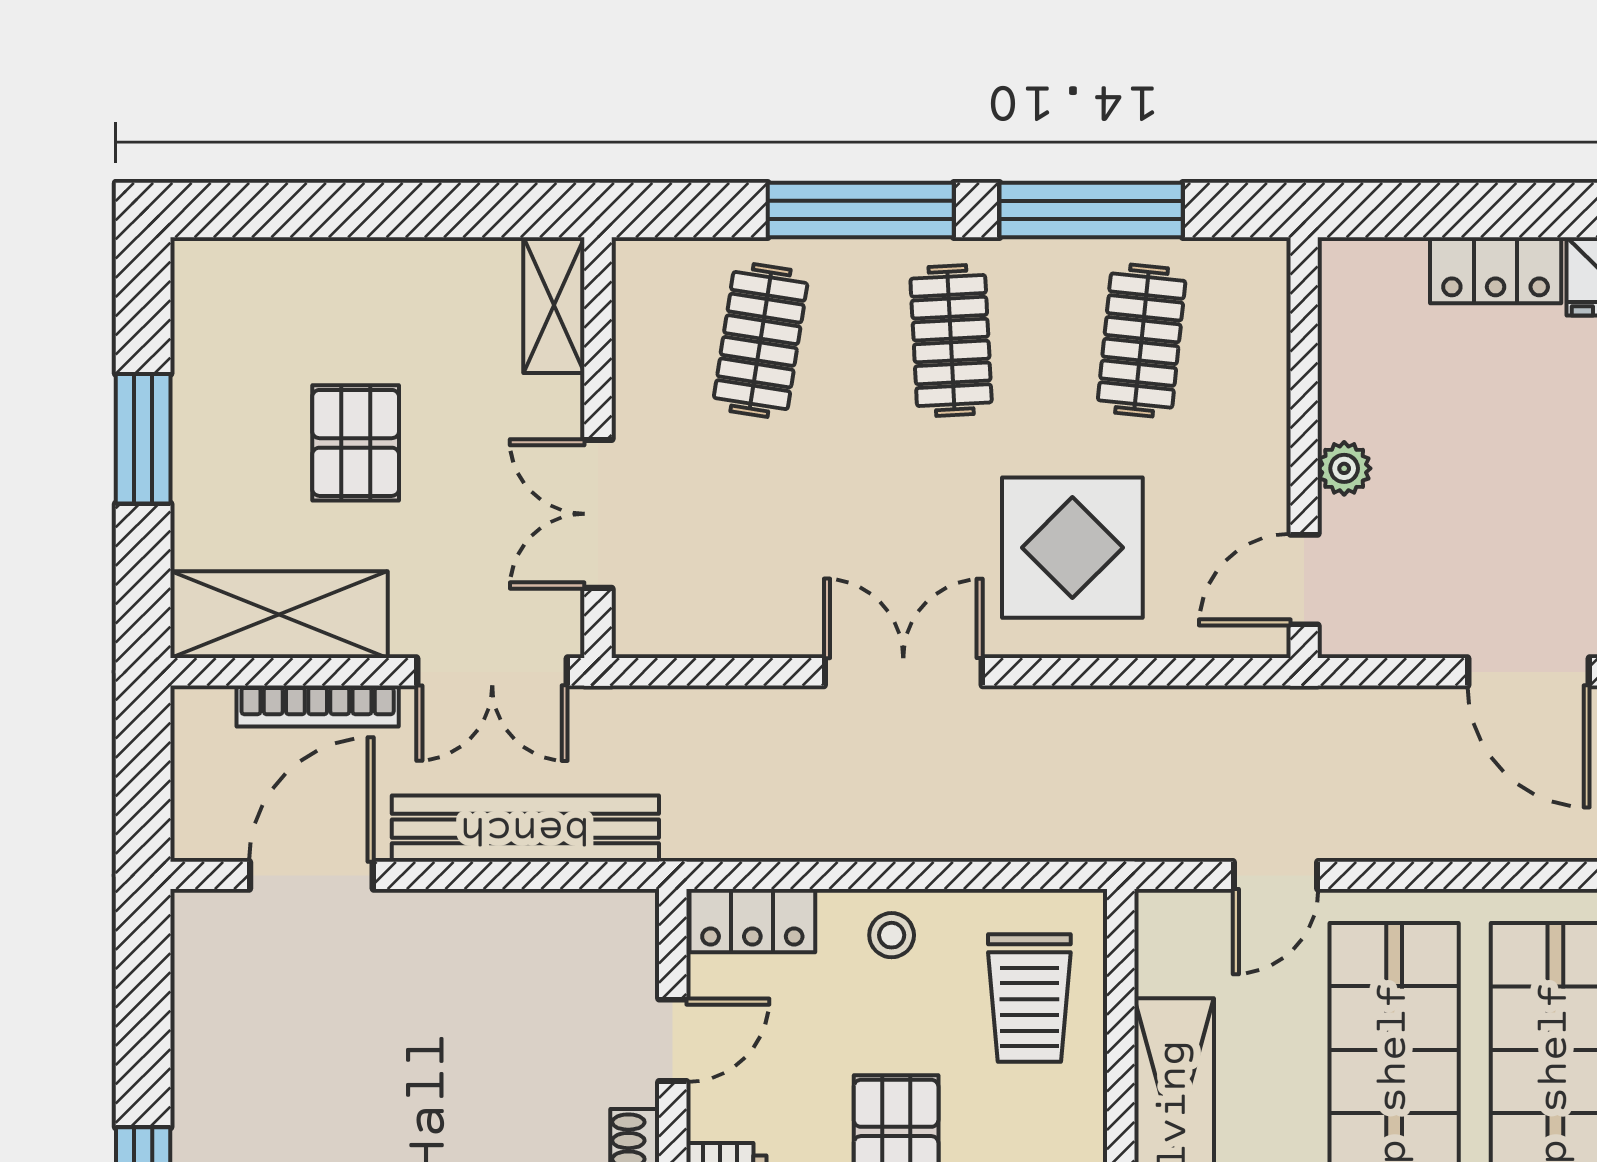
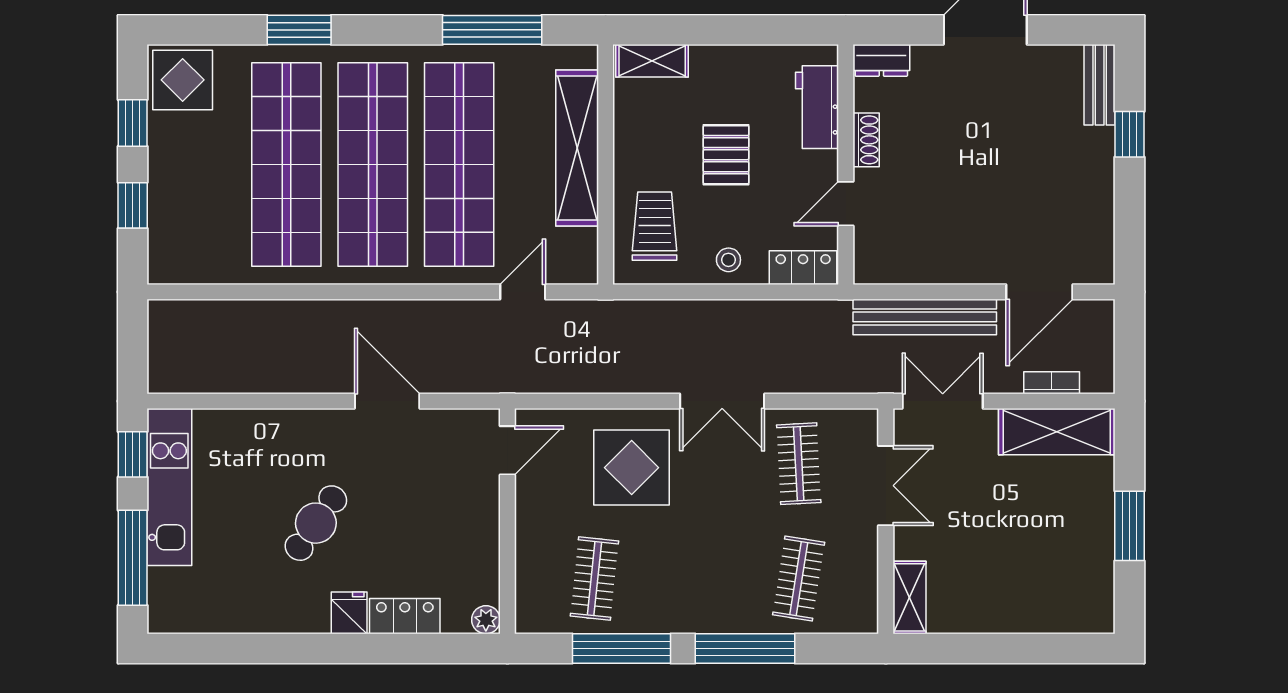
clothes rail: (951, 341) -> (799, 464), moved
pallet: (356, 443) -> (1016, 524), removed
plant: (1344, 468) -> (486, 620), moved
bookcase: (318, 706) -> (1052, 383), width x0.64

